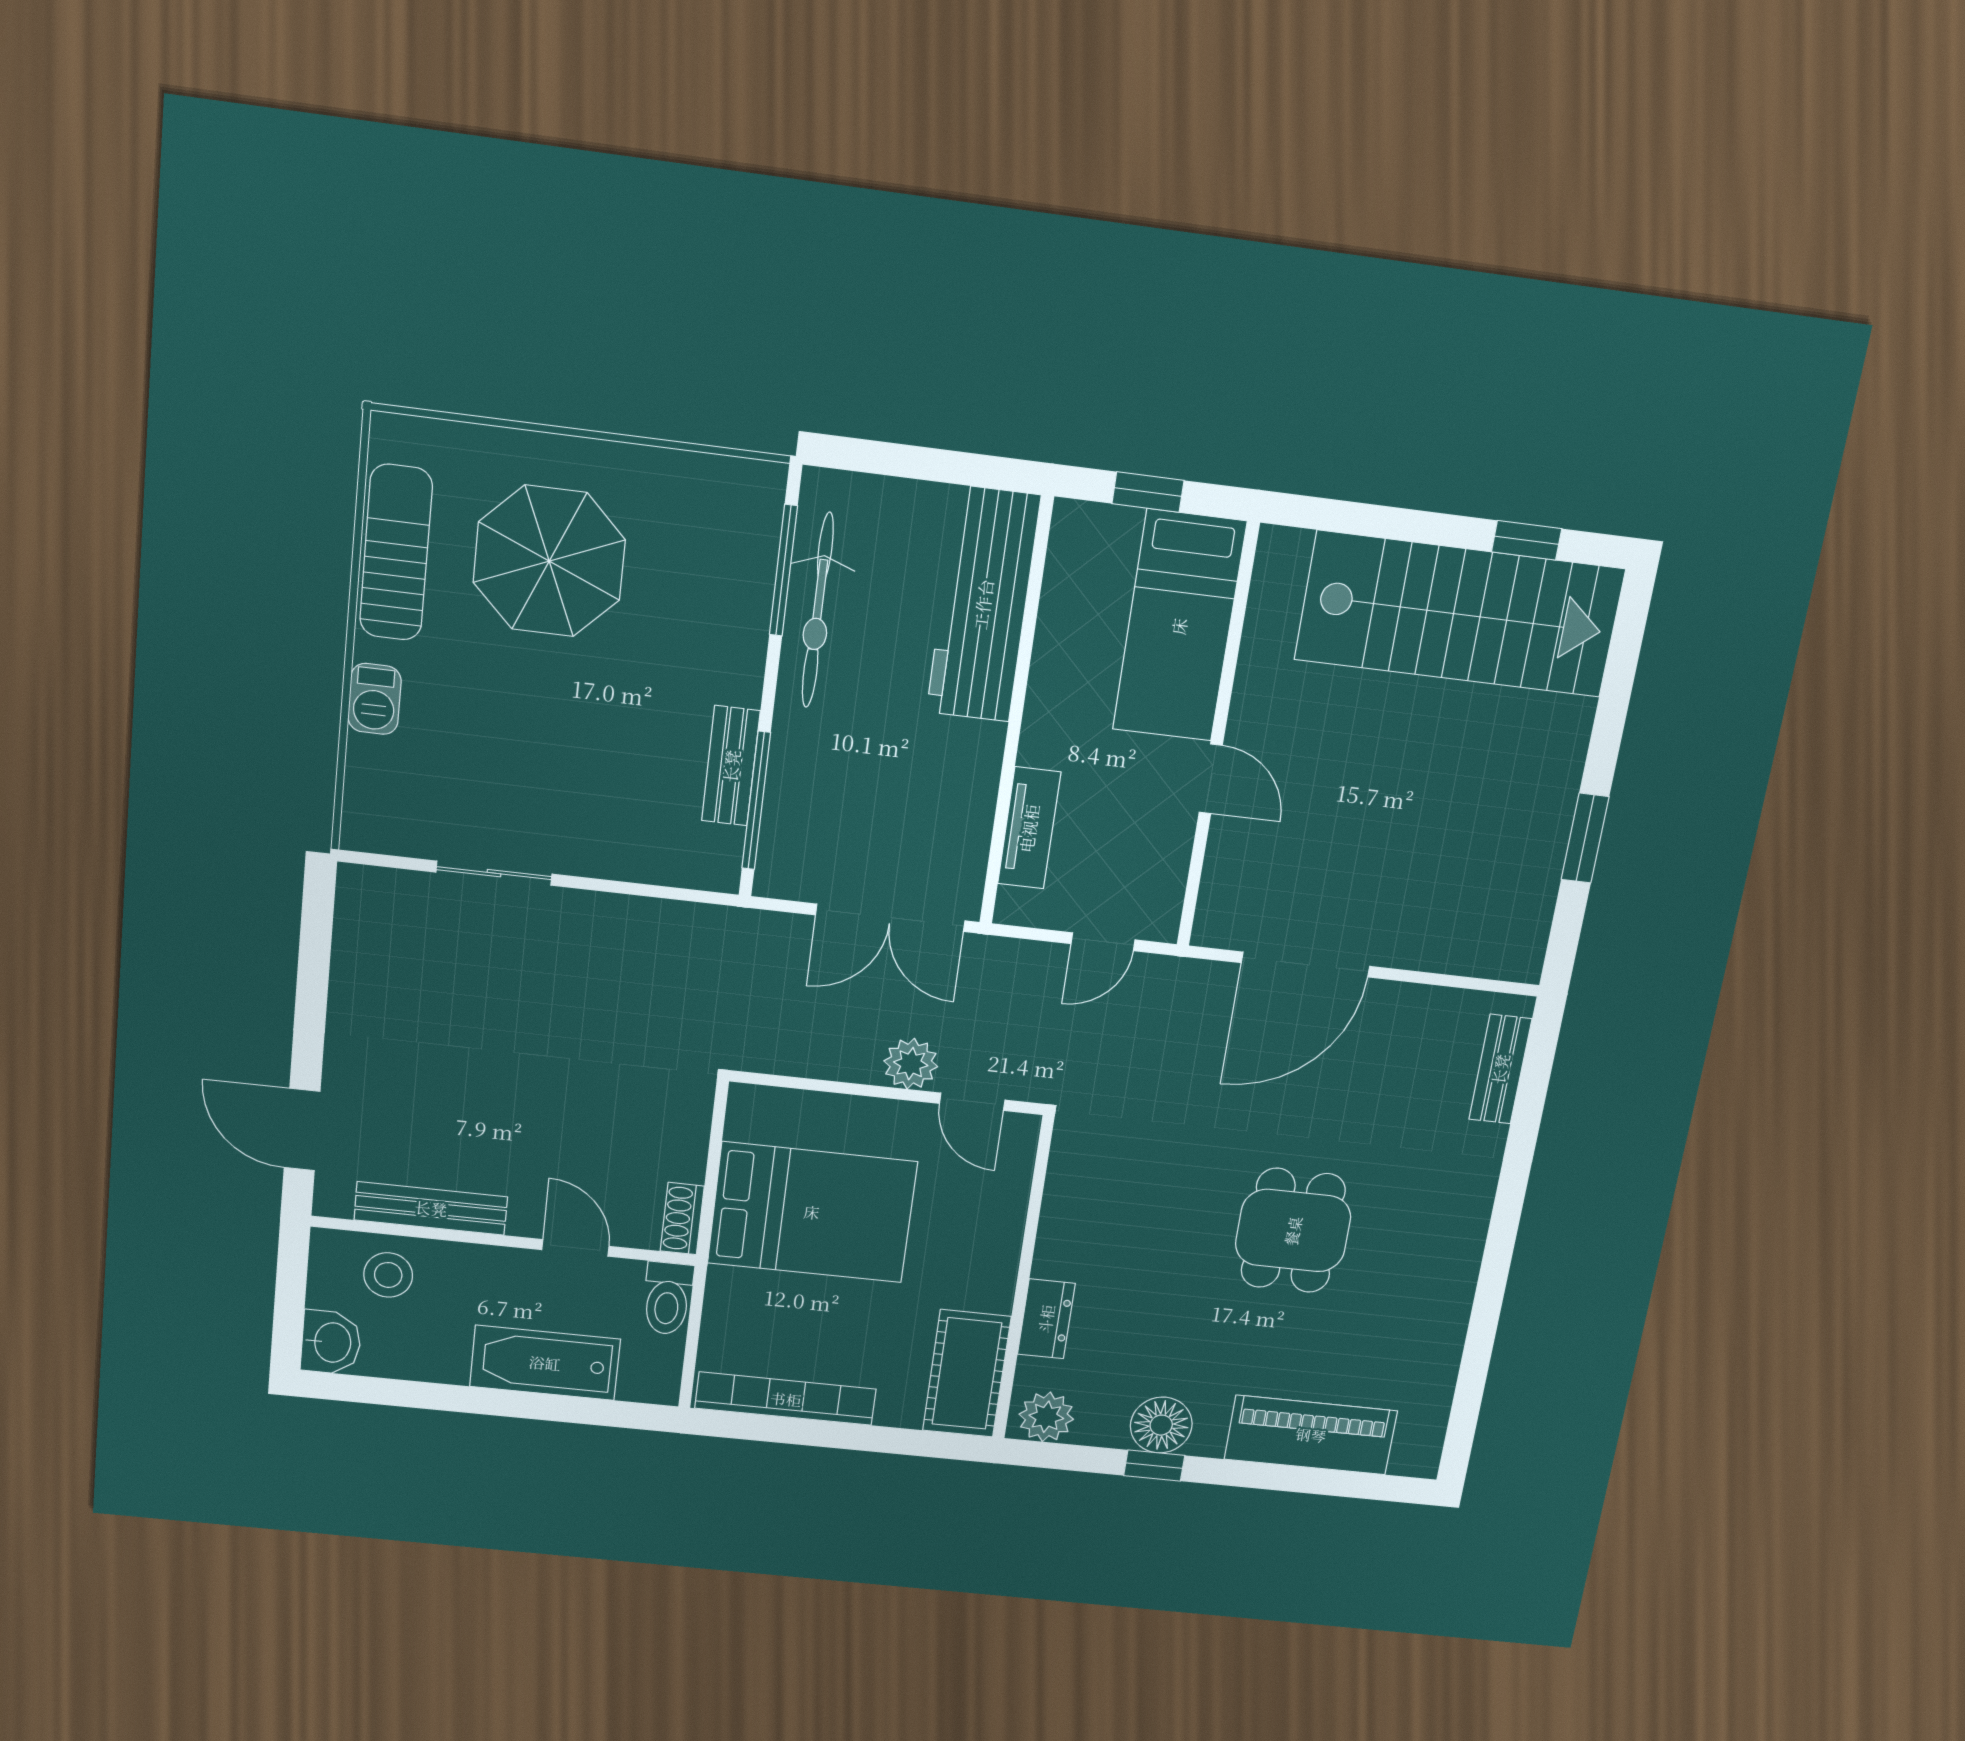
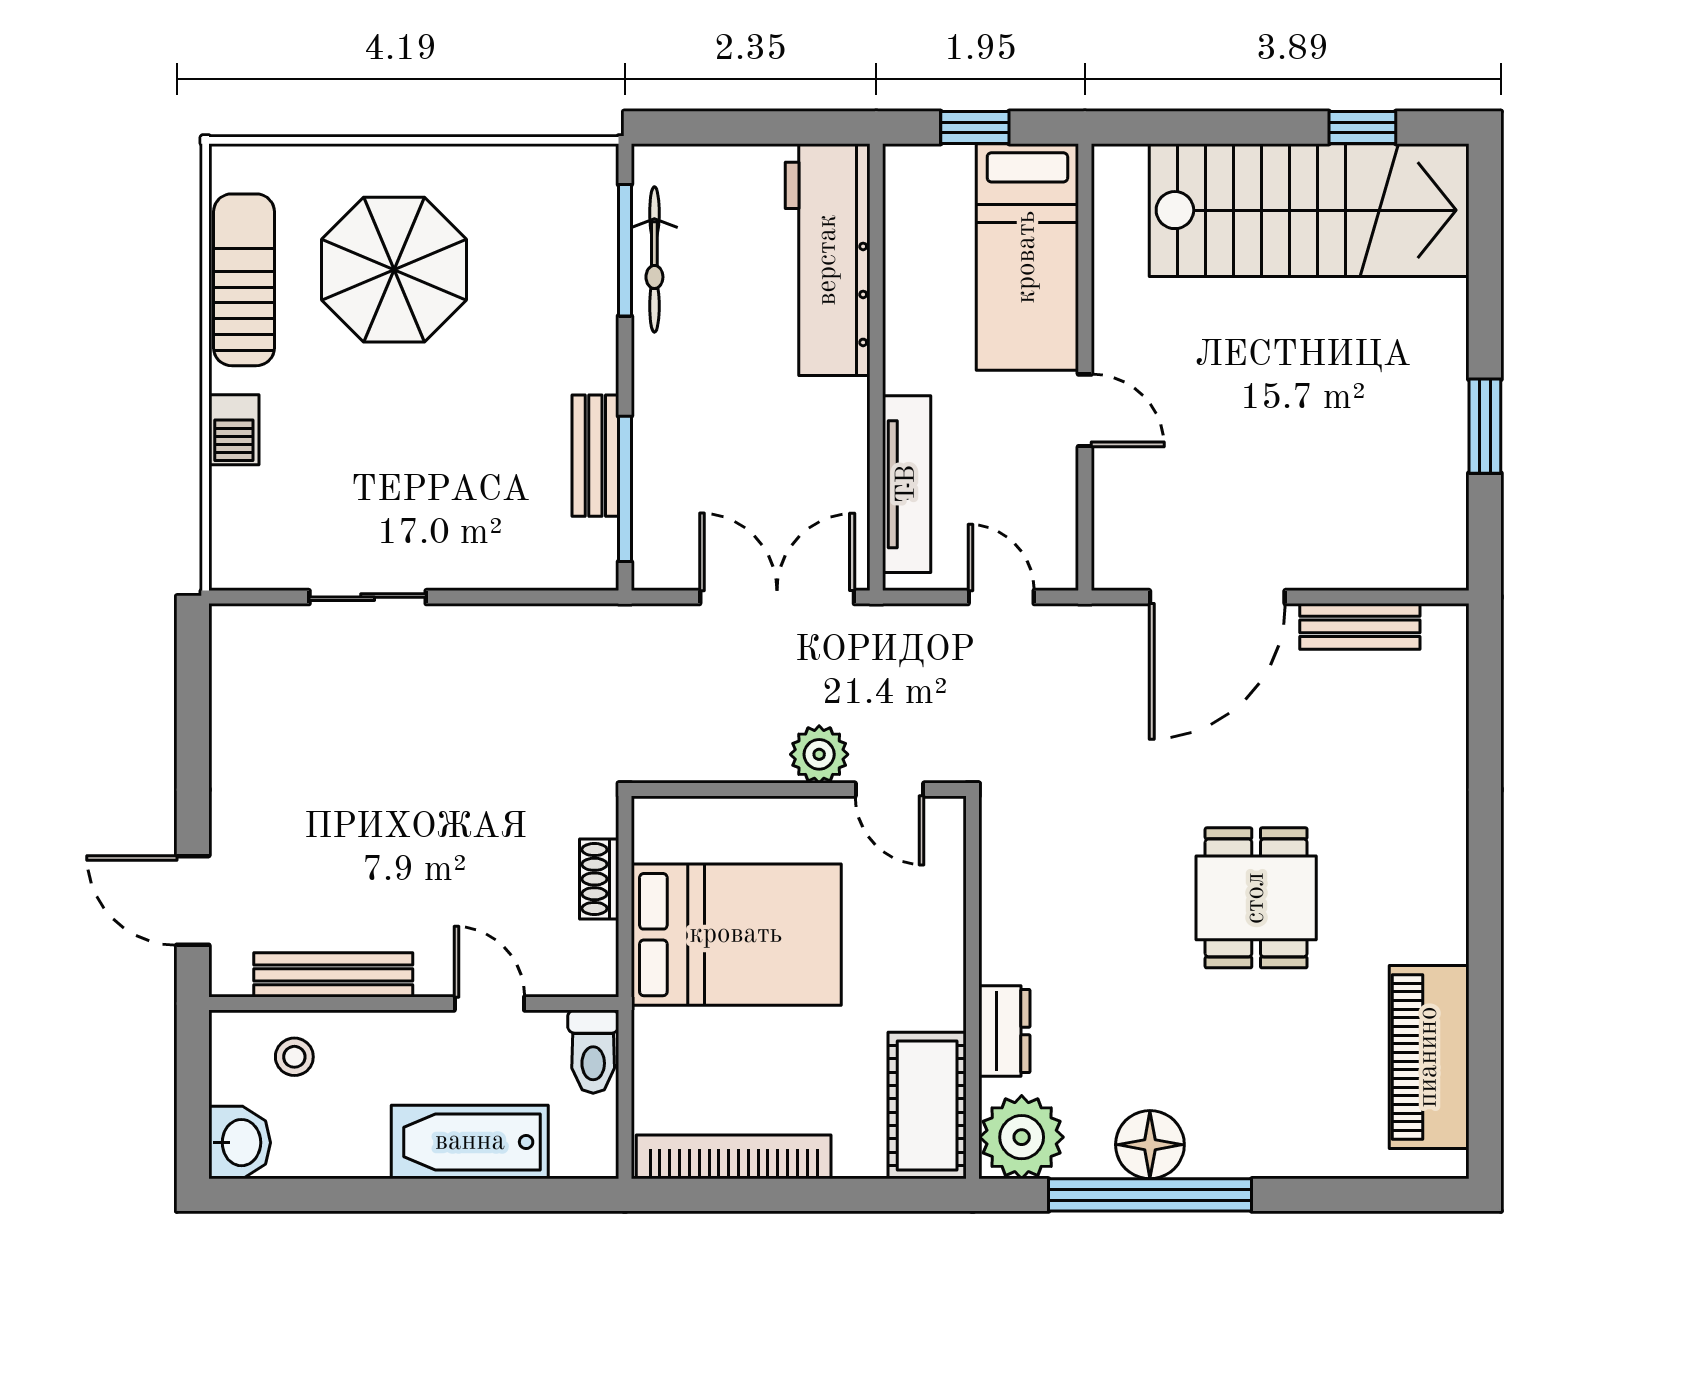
bicycle: (818, 611) -> (654, 259), width x0.73, depth x0.71
tv unit: (1029, 828) -> (907, 484), width x1.41
double door: (890, 918) -> (777, 597), swing flipped
door: (1103, 942) -> (1001, 597), swing flipped
bench: (1500, 1069) -> (1360, 626), moved, turned 90
shoe rack: (682, 1219) -> (599, 879), moved
stool: (388, 1275) -> (294, 1057), width x0.73, depth x0.73
plant: (1046, 1417) -> (1022, 1137), width x1.36, depth x1.36
piano: (1311, 1435) -> (1429, 1057), moved, turned -90
window: (1154, 1466) -> (1150, 1195), width x3.17

